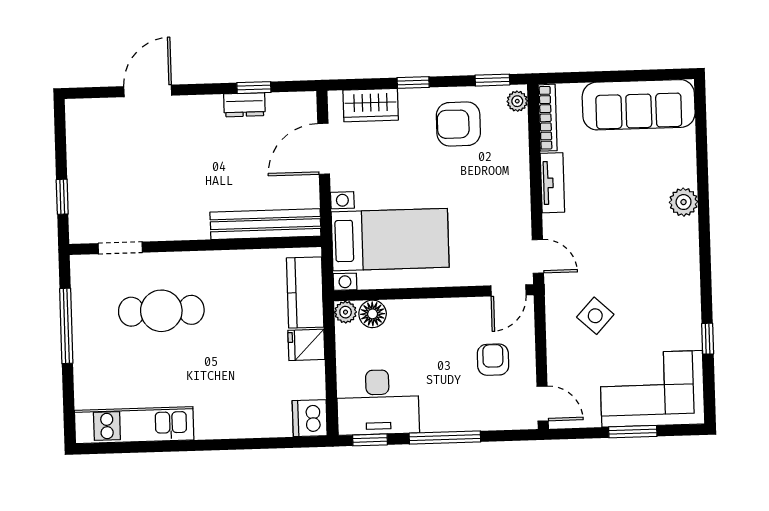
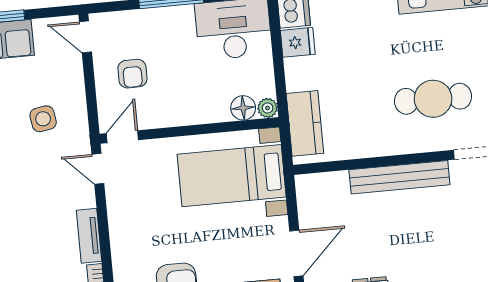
bench: (265, 224) -> (399, 177), moved
side table: (595, 316) -> (43, 119), turned 38
fridge: (306, 345) -> (298, 42), moved

